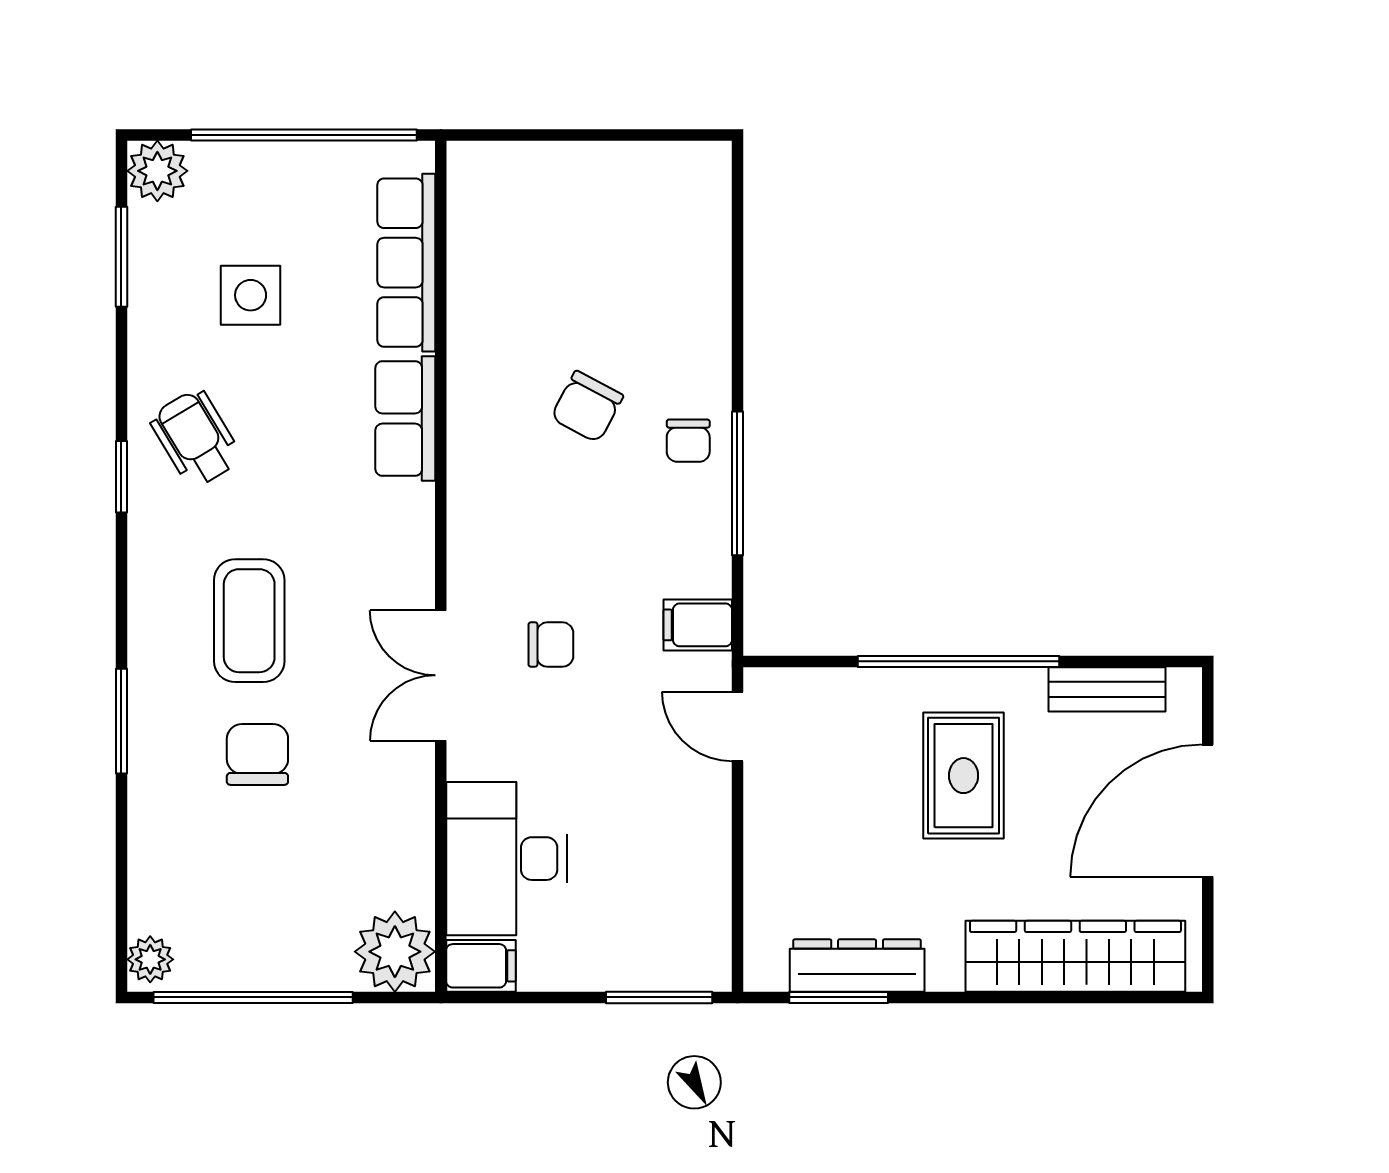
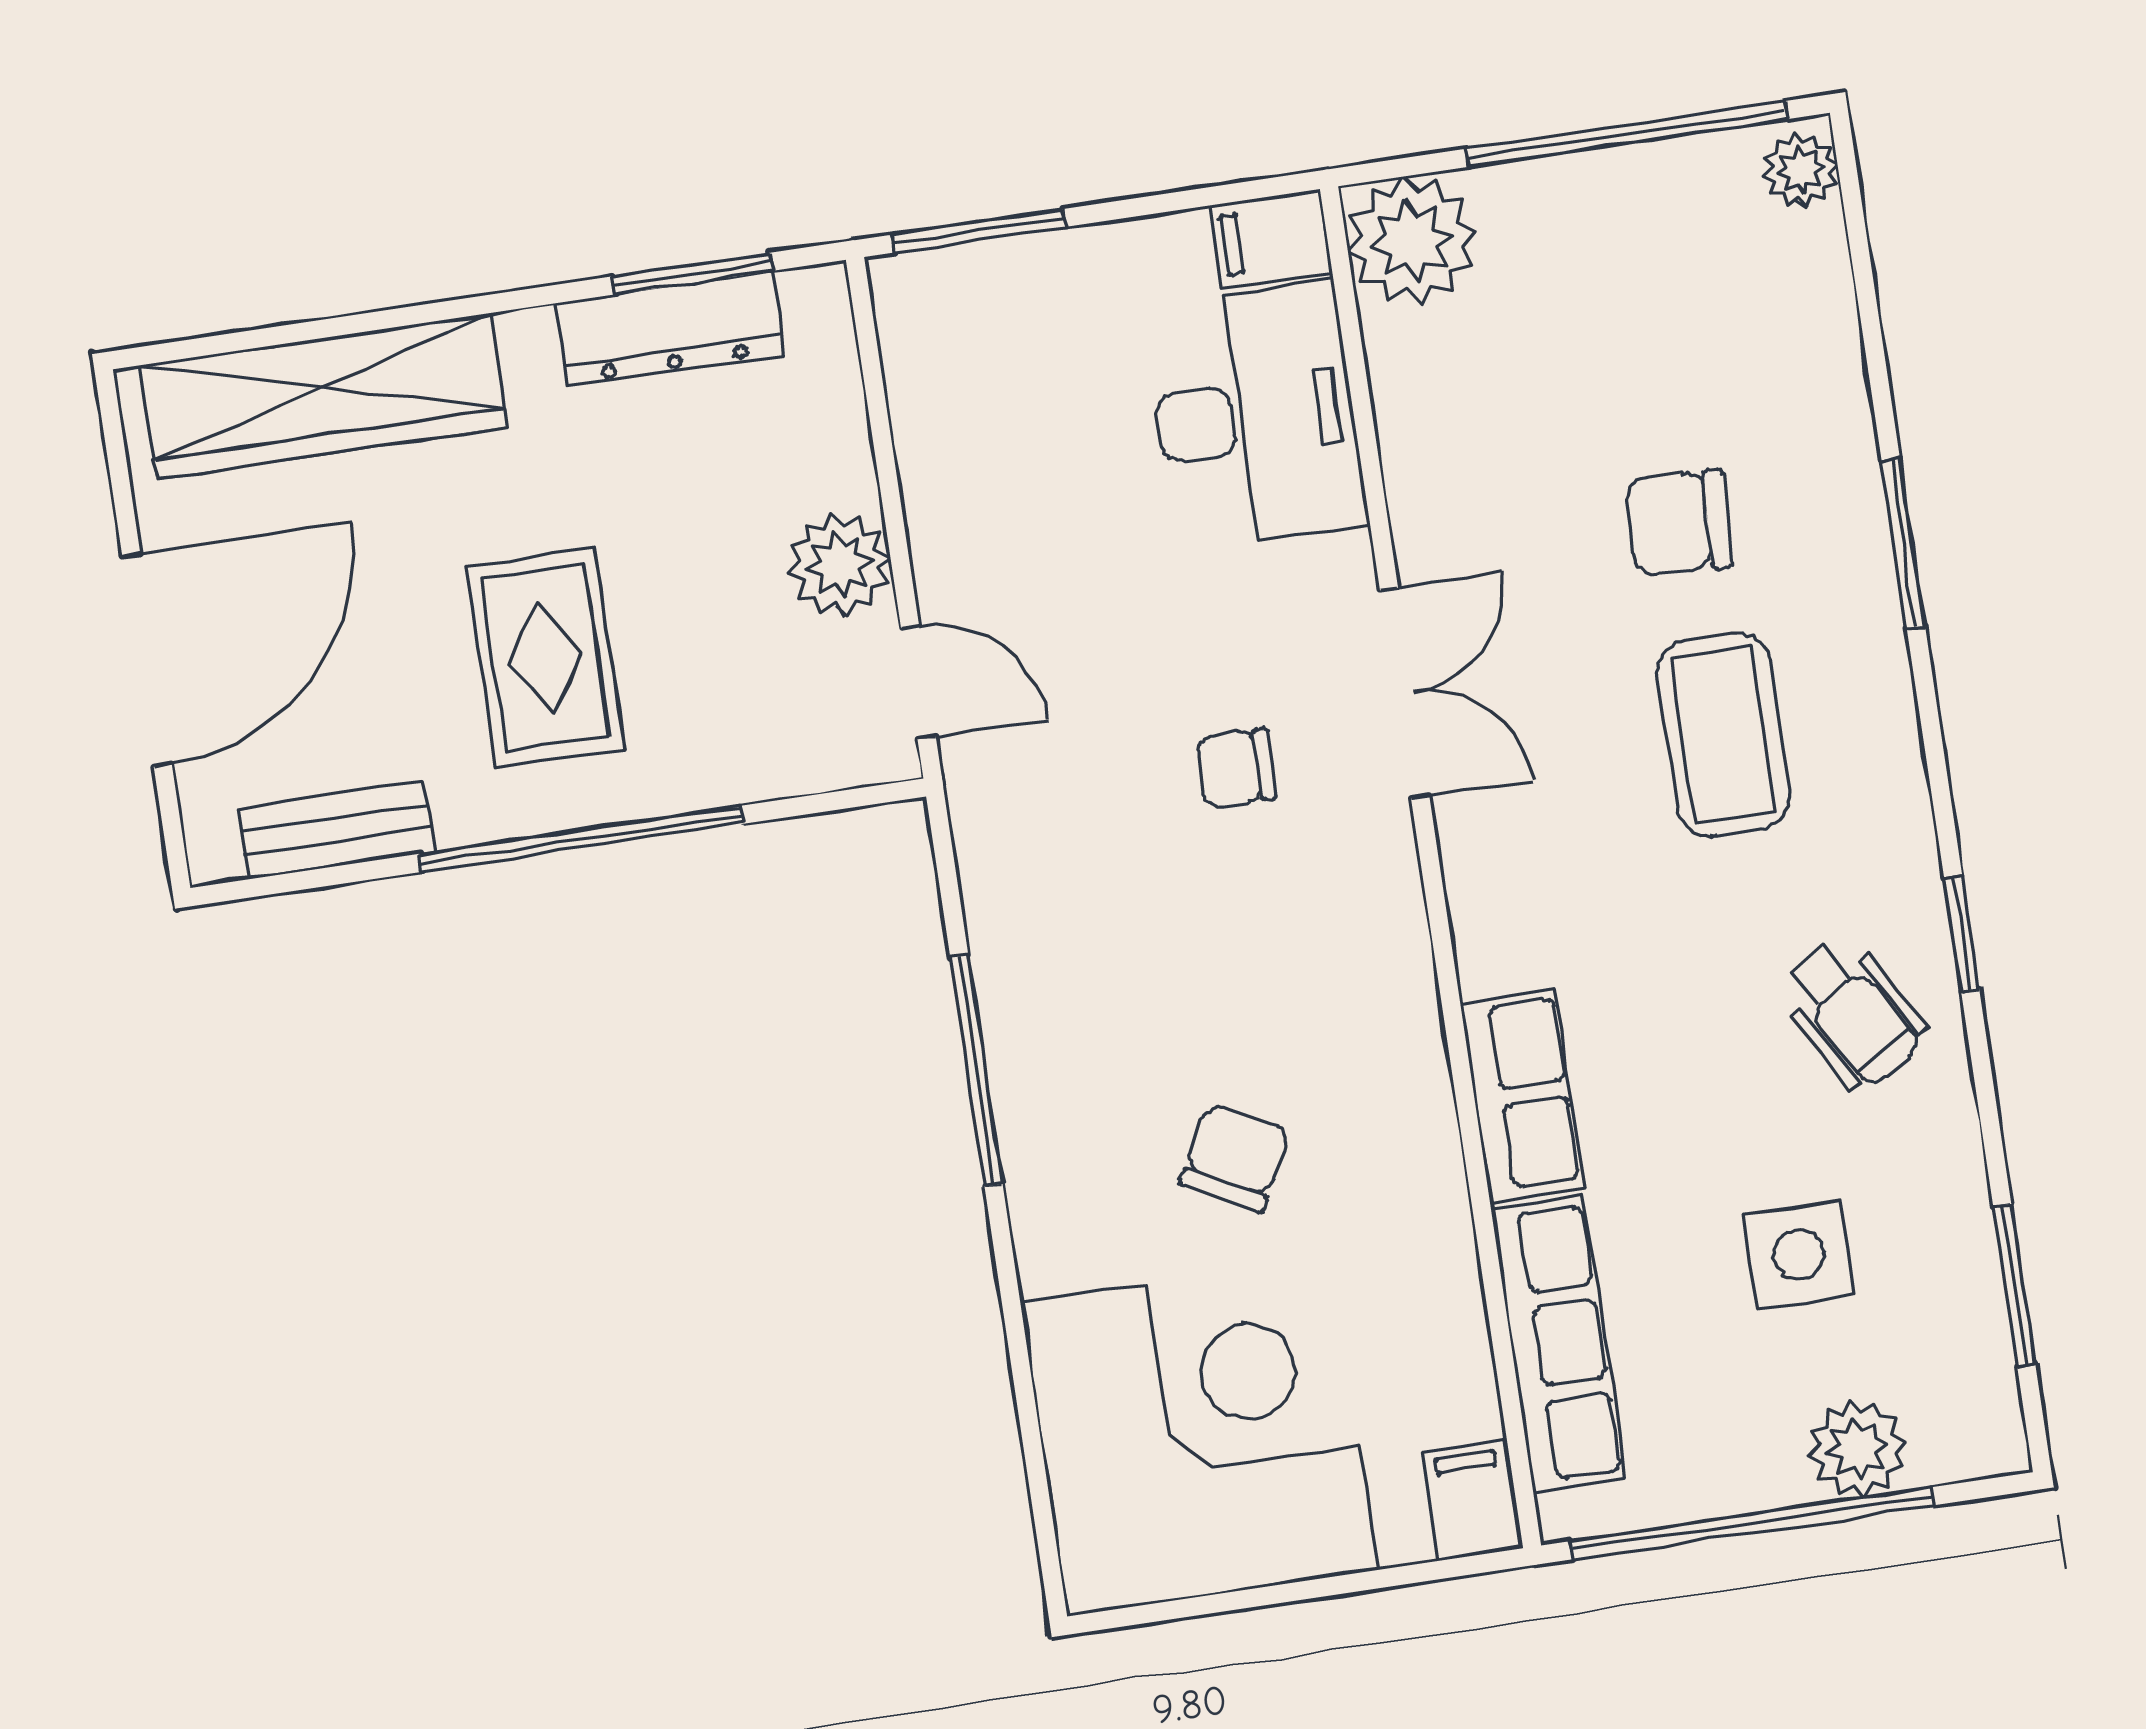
plant: (157, 171) -> (1857, 1449), moved
corner desk: (634, 239) -> (1200, 1437), added
chair: (688, 441) -> (1065, 1127), removed
filing cabinet: (698, 625) -> (1471, 1500), moved, turned -90
chair: (257, 754) -> (1678, 523), turned 93
plant: (775, 806) -> (840, 565), added

